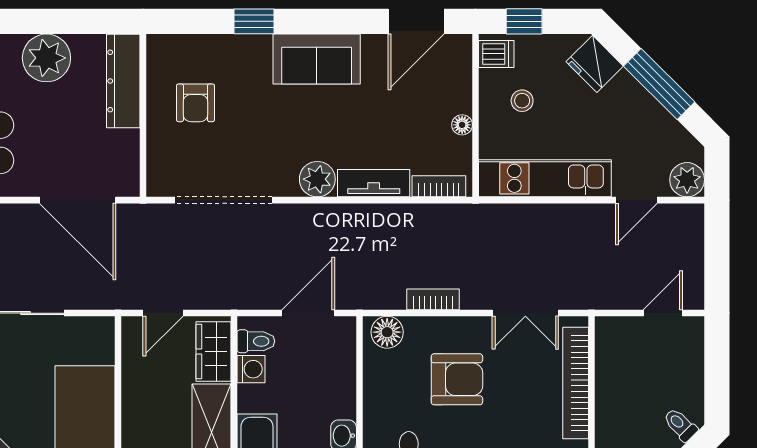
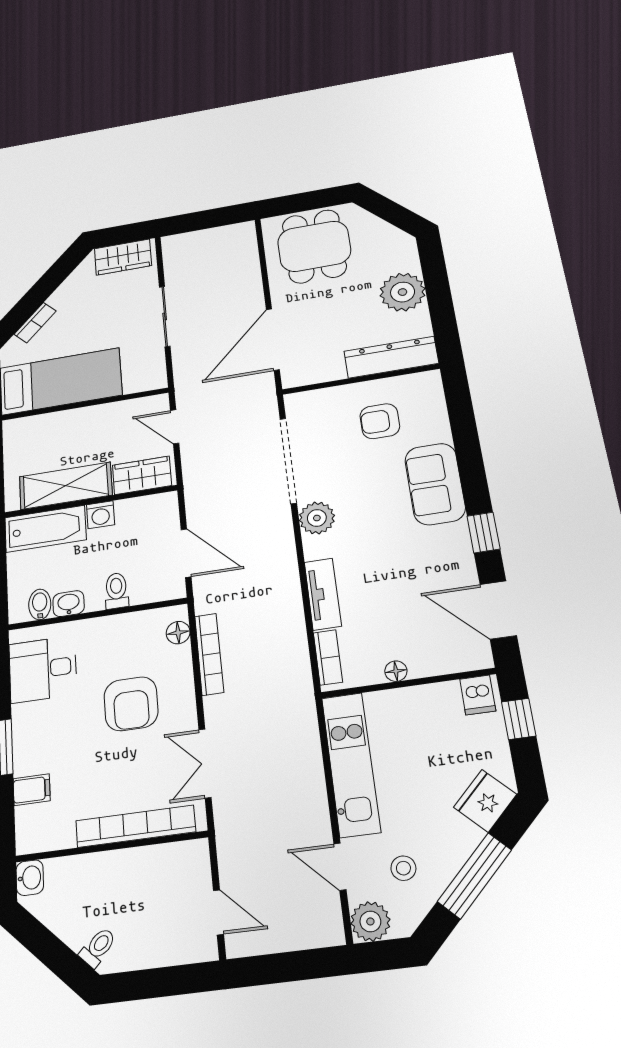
window: (254, 21) -> (484, 533), moved
sofa: (317, 59) -> (435, 484), moved
stool: (522, 101) -> (403, 868), moved
plant: (317, 179) -> (317, 518), moved
bookcase: (433, 299) -> (209, 654), width x1.56
floor lamp: (387, 332) -> (178, 633), width x0.73, depth x0.73
toilet: (256, 341) -> (116, 591), moved, turned 180
washing machine: (251, 369) -> (101, 515), moved

